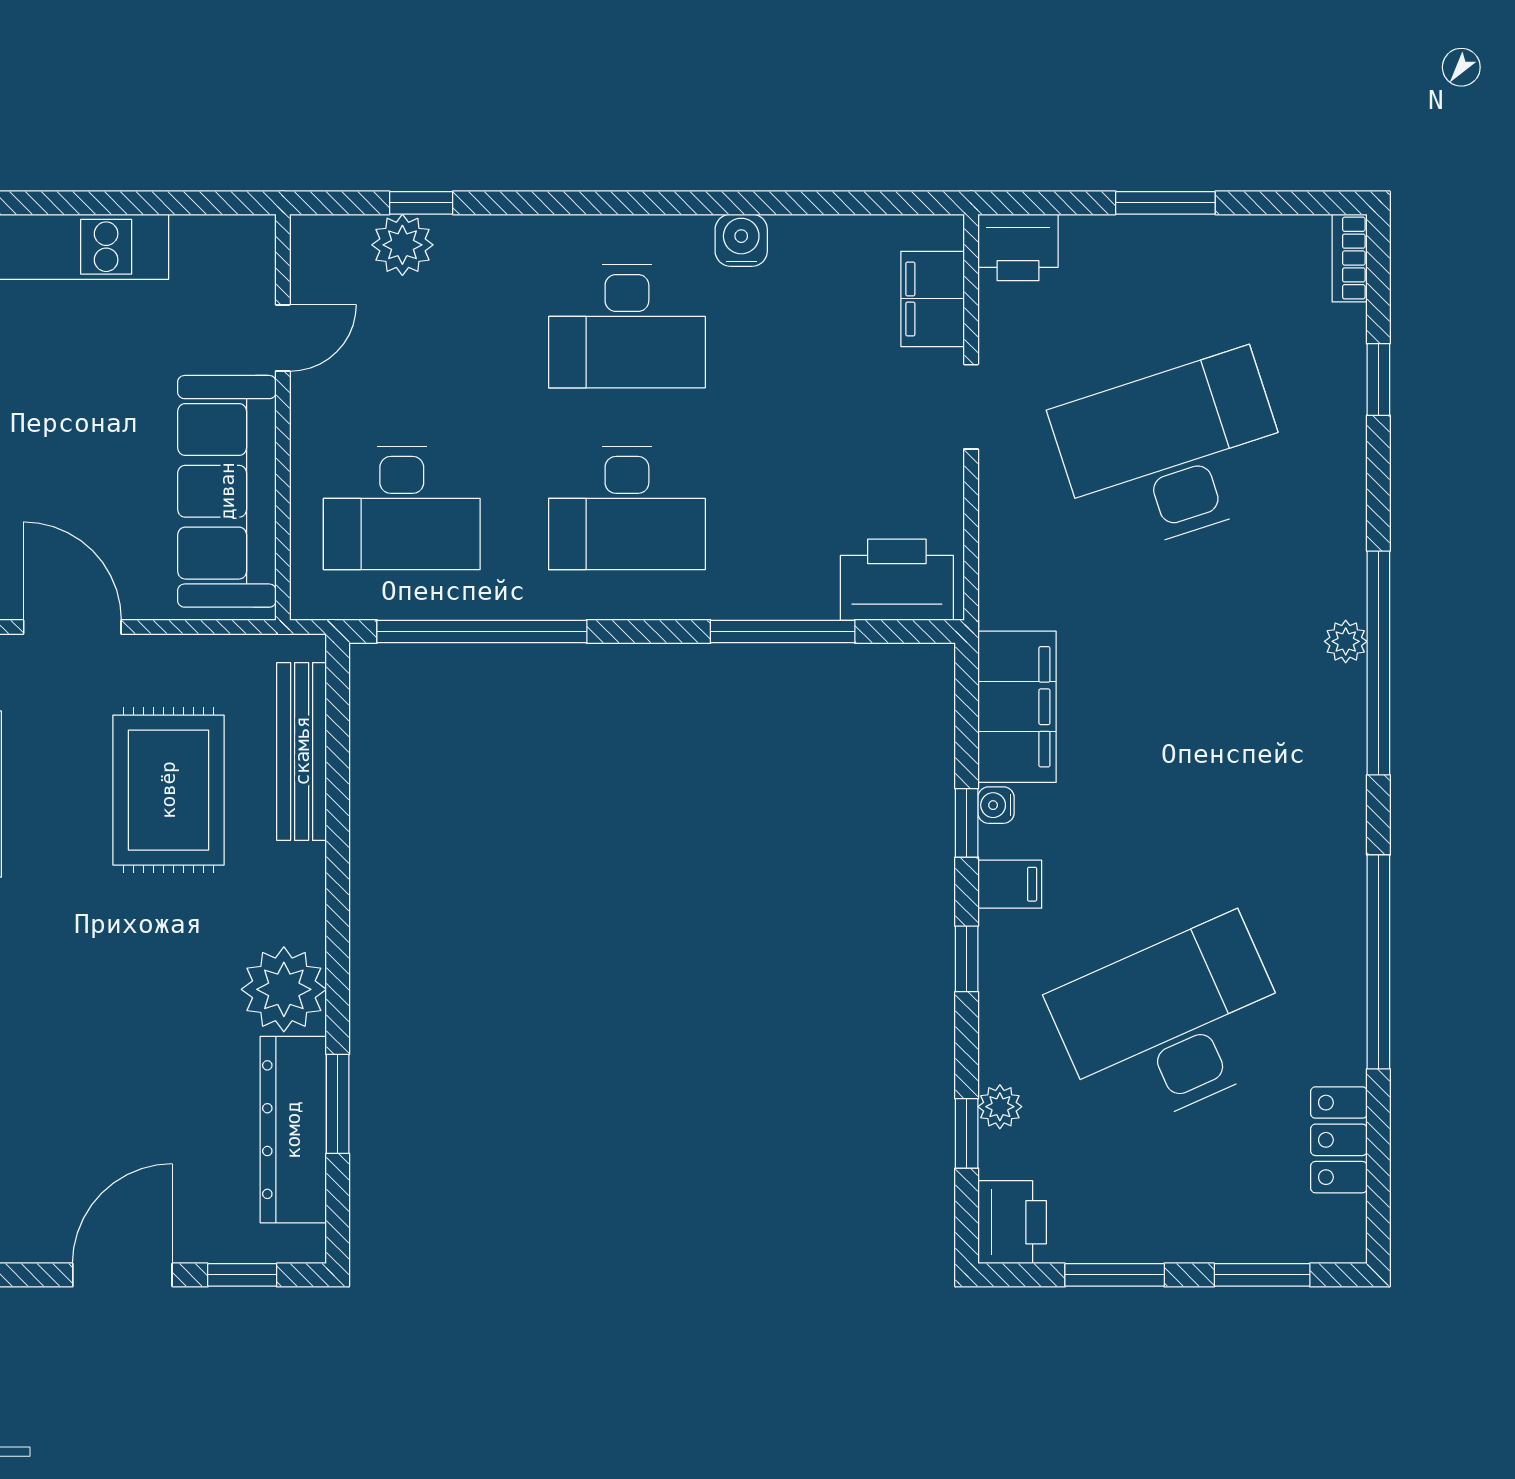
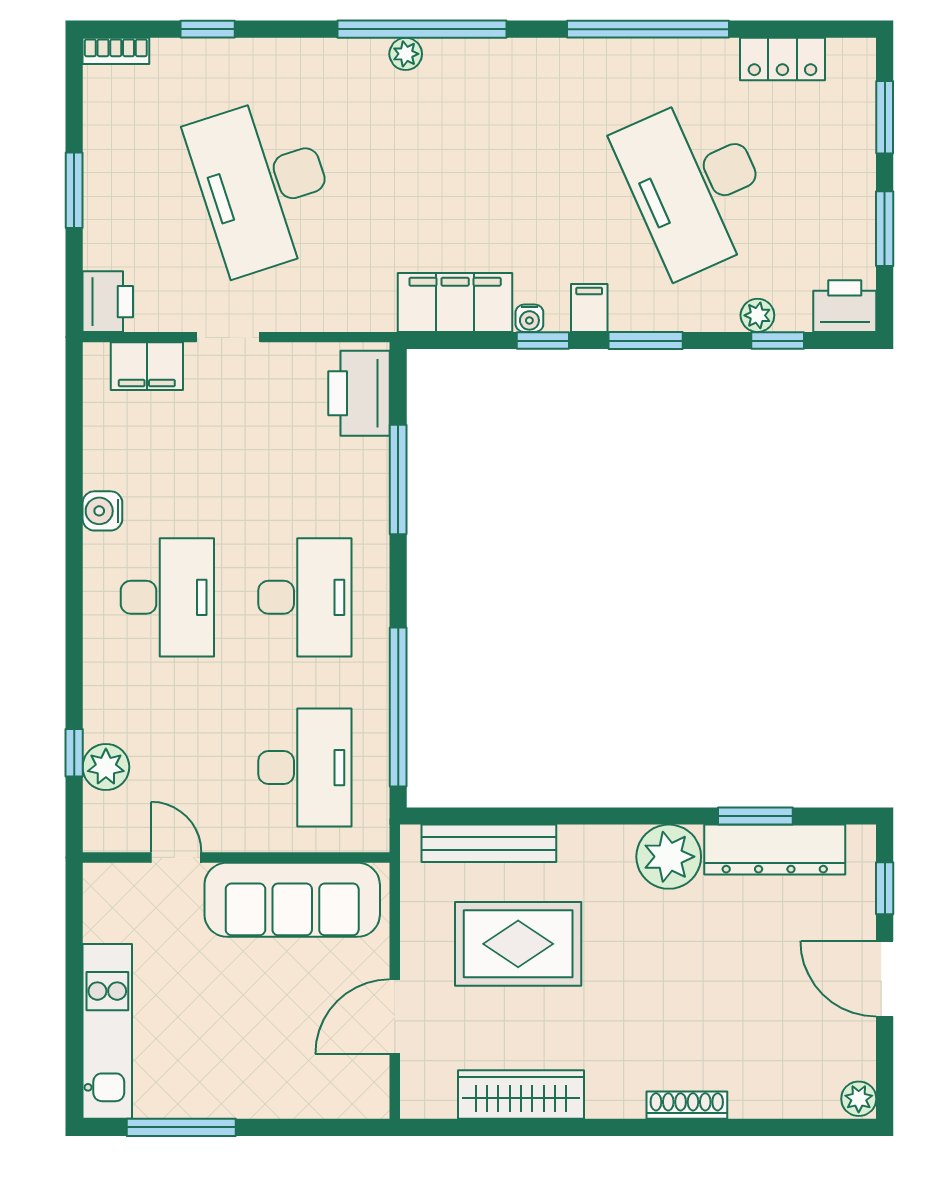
window: (967, 959) -> (646, 341), width x1.50

